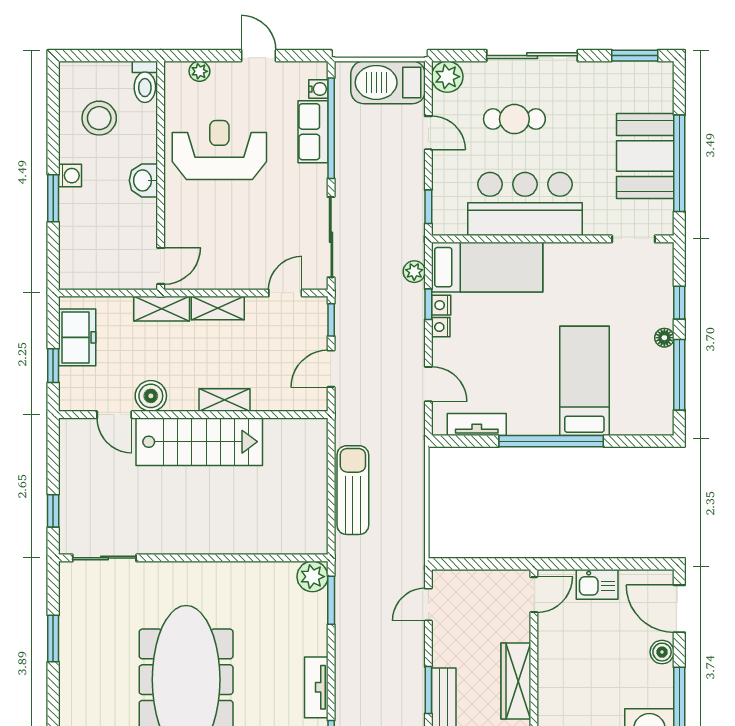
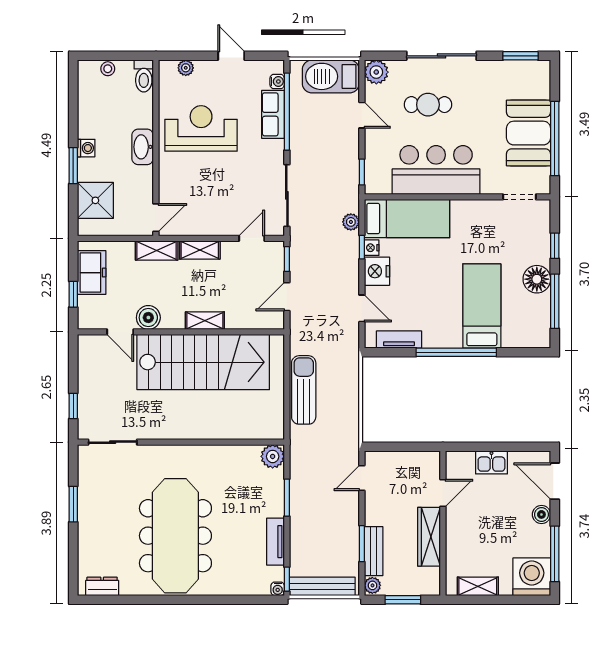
stool: (99, 118) -> (108, 69), moved, width x0.53, depth x0.53
washbasin: (143, 180) -> (143, 147), width x1.38
shower: (82, 244) -> (95, 200), added
nightstand: (441, 327) -> (377, 271), width x1.89, depth x1.79
floor lamp: (664, 338) -> (537, 279), width x1.89, depth x1.89
stairs: (199, 442) -> (203, 362), width x1.36, depth x1.51
door: (534, 595) -> (443, 493), moved
window: (331, 600) -> (287, 498), moved

